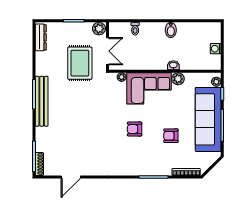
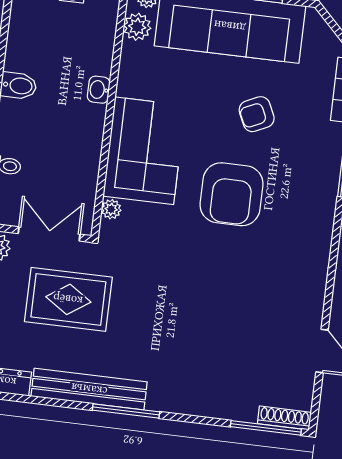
plant: (178, 79) -> (137, 27), moved
bench: (42, 101) -> (89, 389), moved
armchair: (135, 129) -> (232, 194), width x1.88, depth x1.88
armchair: (171, 136) -> (257, 114), turned 65

